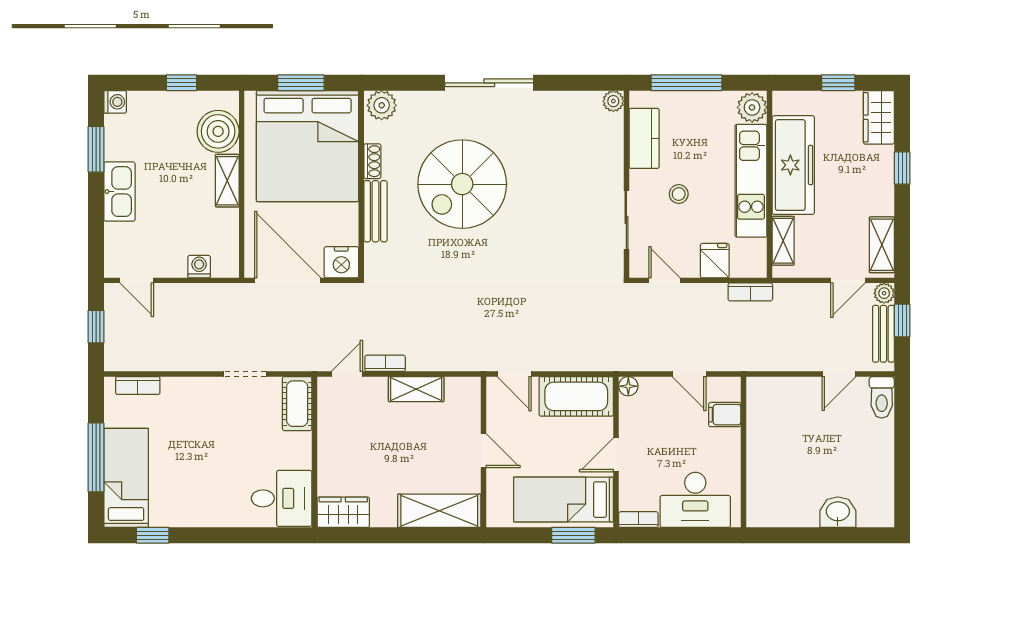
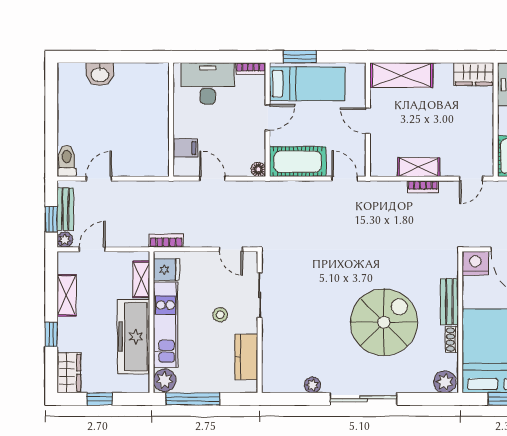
window: (686, 83) -> (193, 399), moved
plant: (613, 101) -> (312, 385), moved
shelving: (882, 245) -> (67, 295), moved
fridge: (715, 261) -> (166, 270), moved, turned -90
bookcase: (385, 363) -> (423, 187), moved

